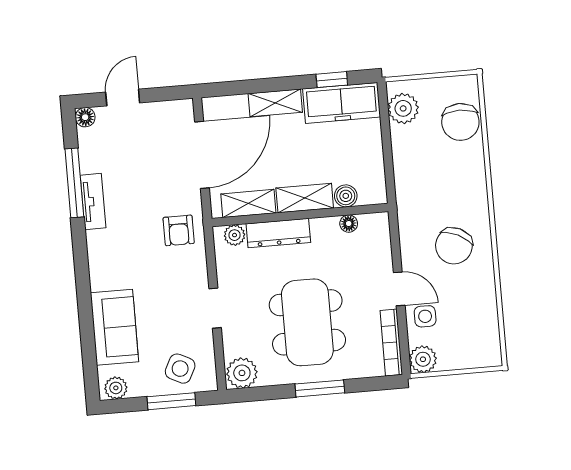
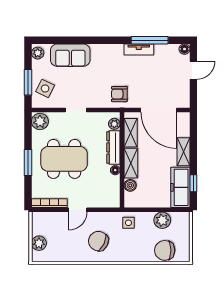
door: (123, 97) -> (193, 70), hinge flipped
plant: (403, 108) -> (162, 220), moved
floor lamp: (349, 224) -> (115, 170), moved
side table: (425, 316) -> (128, 223), moved
plant: (423, 359) -> (39, 243), moved

